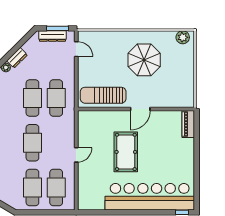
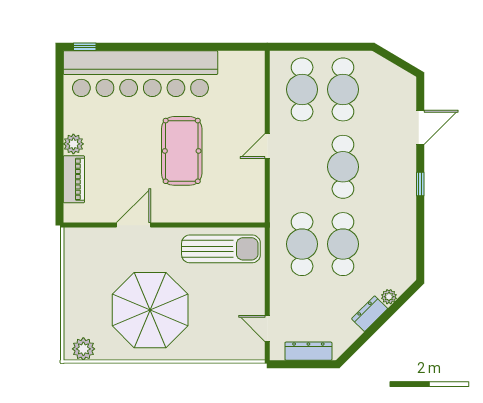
window: (57, 28) -> (300, 364), removed
parasol: (144, 60) -> (150, 310), width x1.36, depth x1.36
door: (140, 109) -> (133, 225), moved
piano: (188, 124) -> (74, 179), moved
plant: (188, 156) -> (73, 144), added

